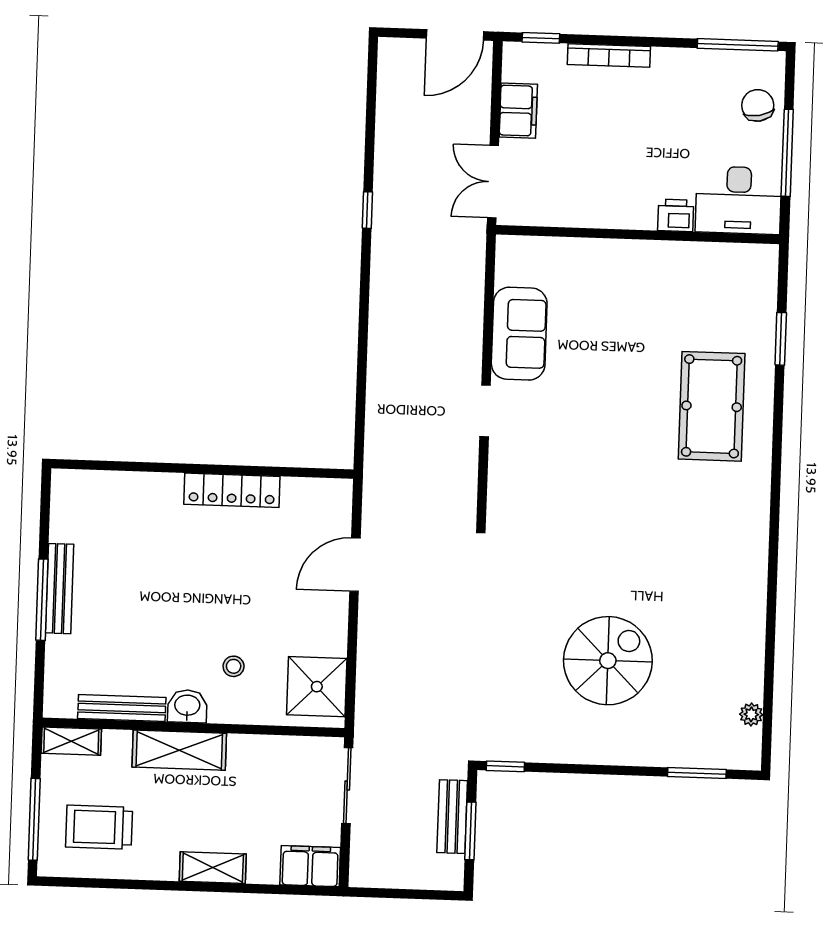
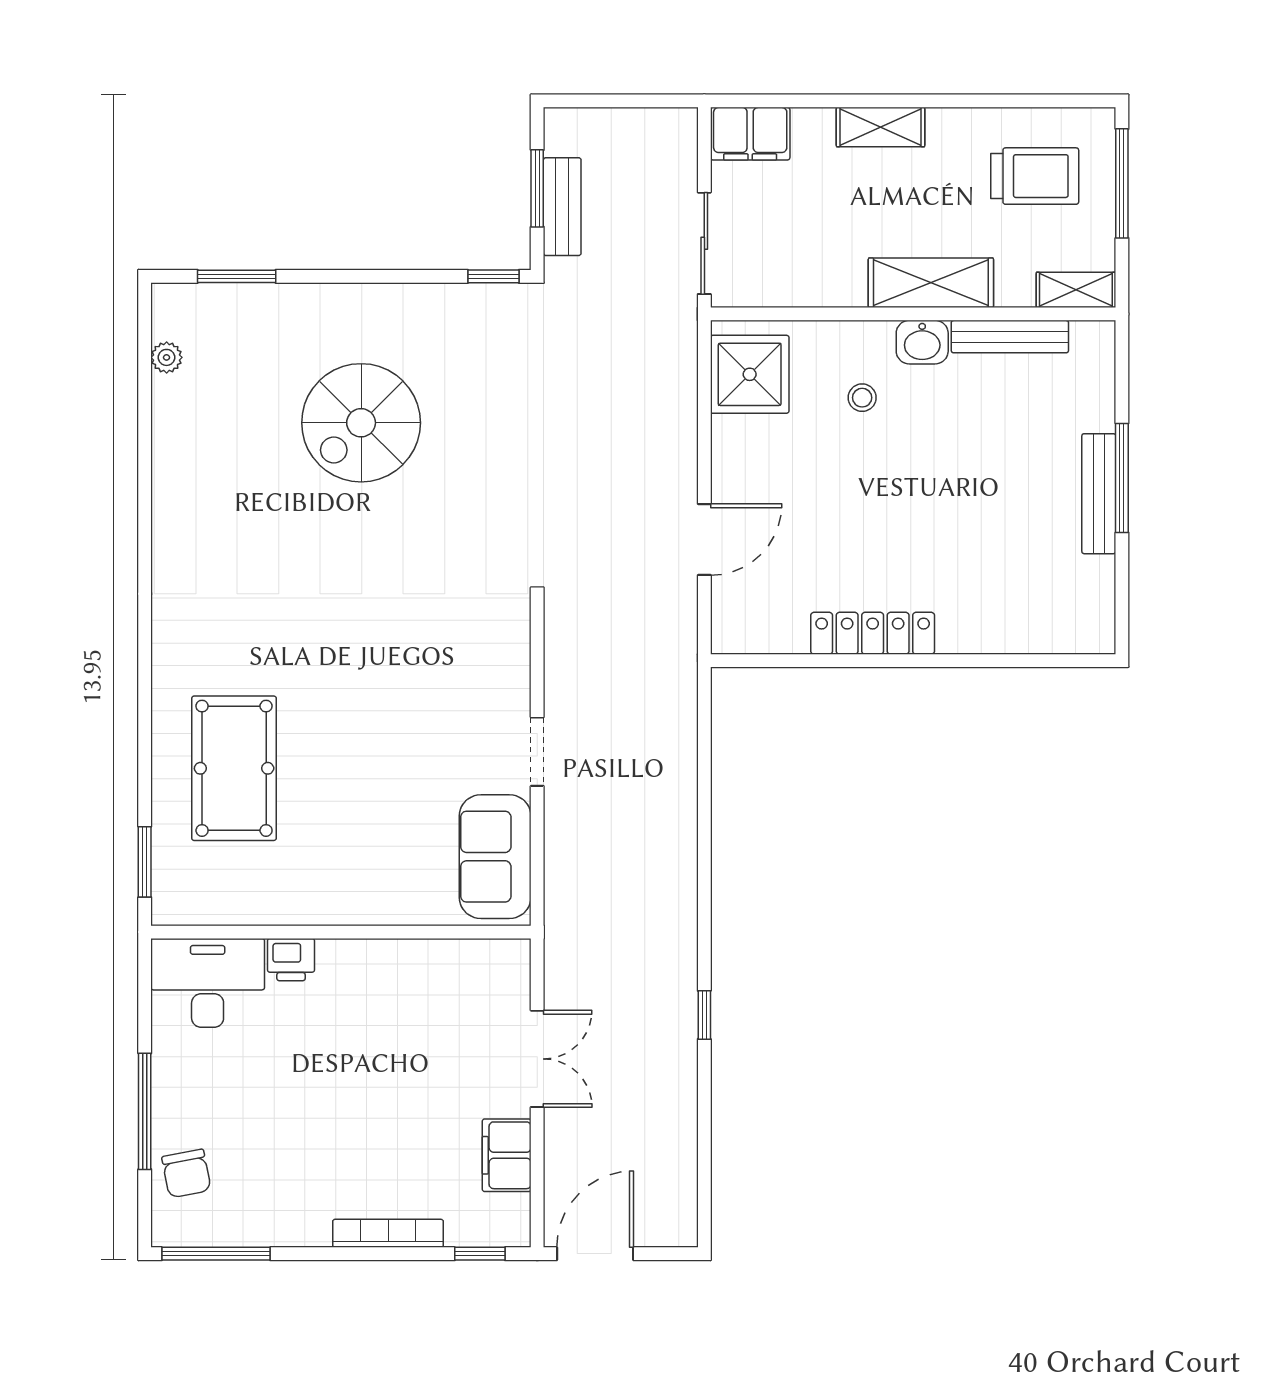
desk: (739, 200) -> (208, 983), moved
printer: (676, 215) -> (291, 960), moved
wall: (638, 235) -> (341, 932), moved

